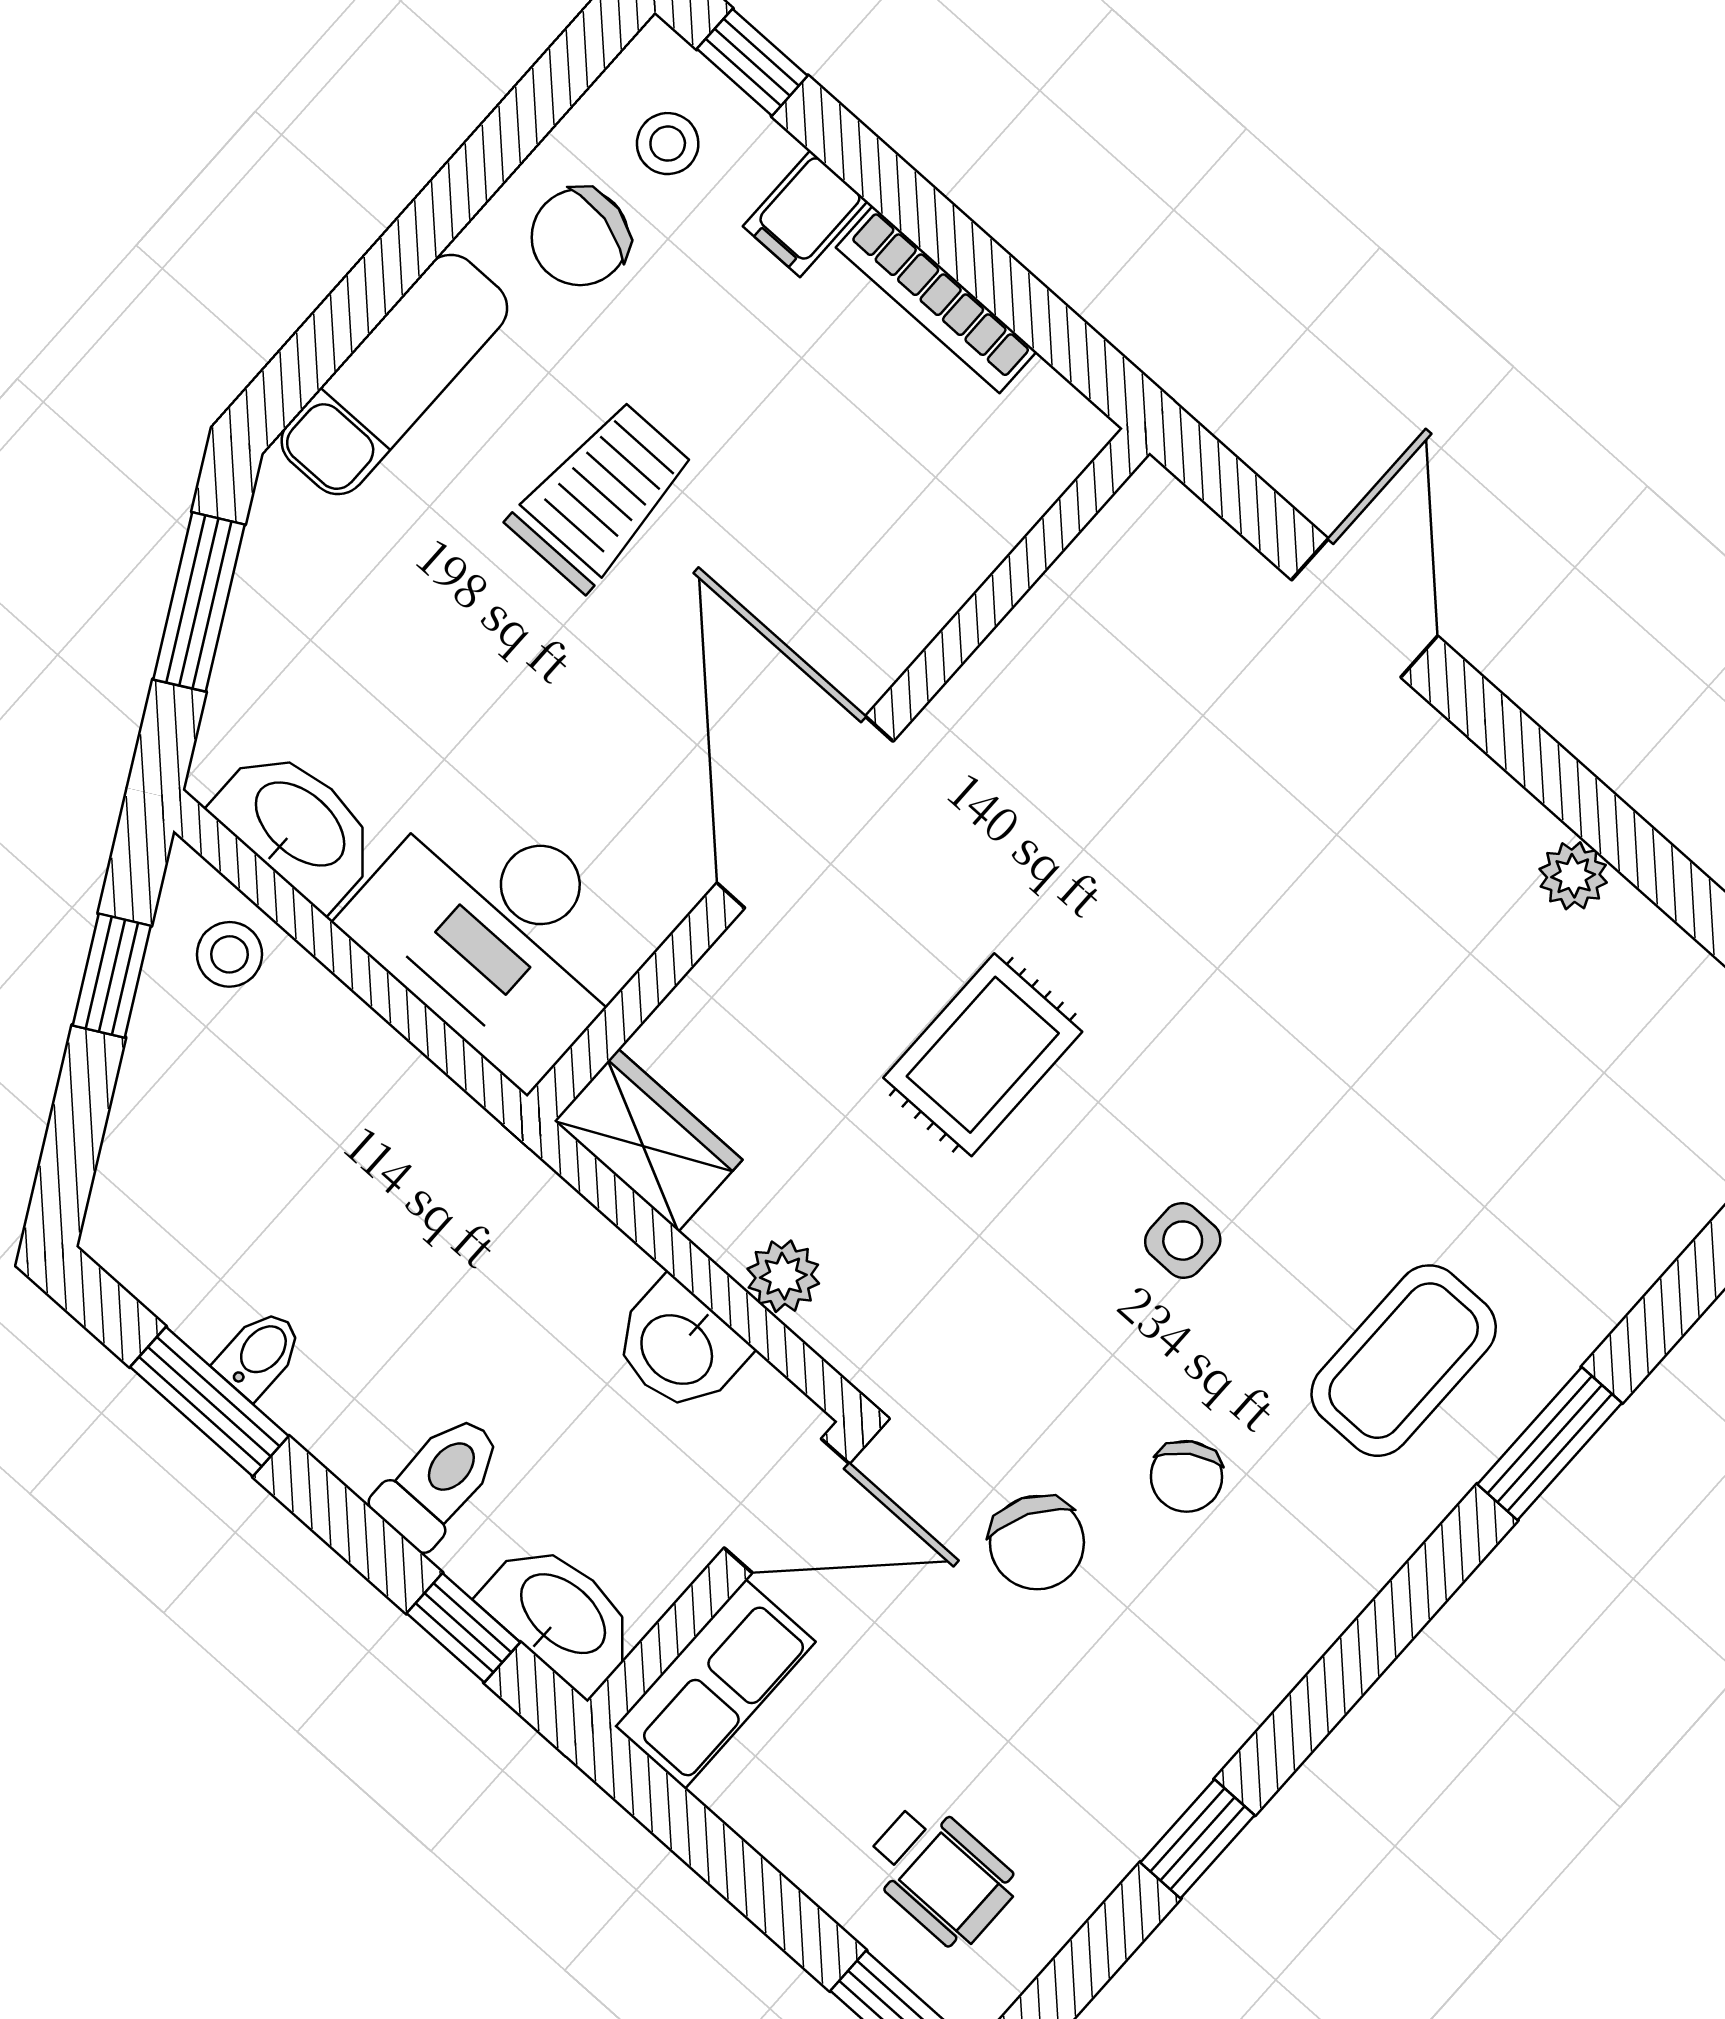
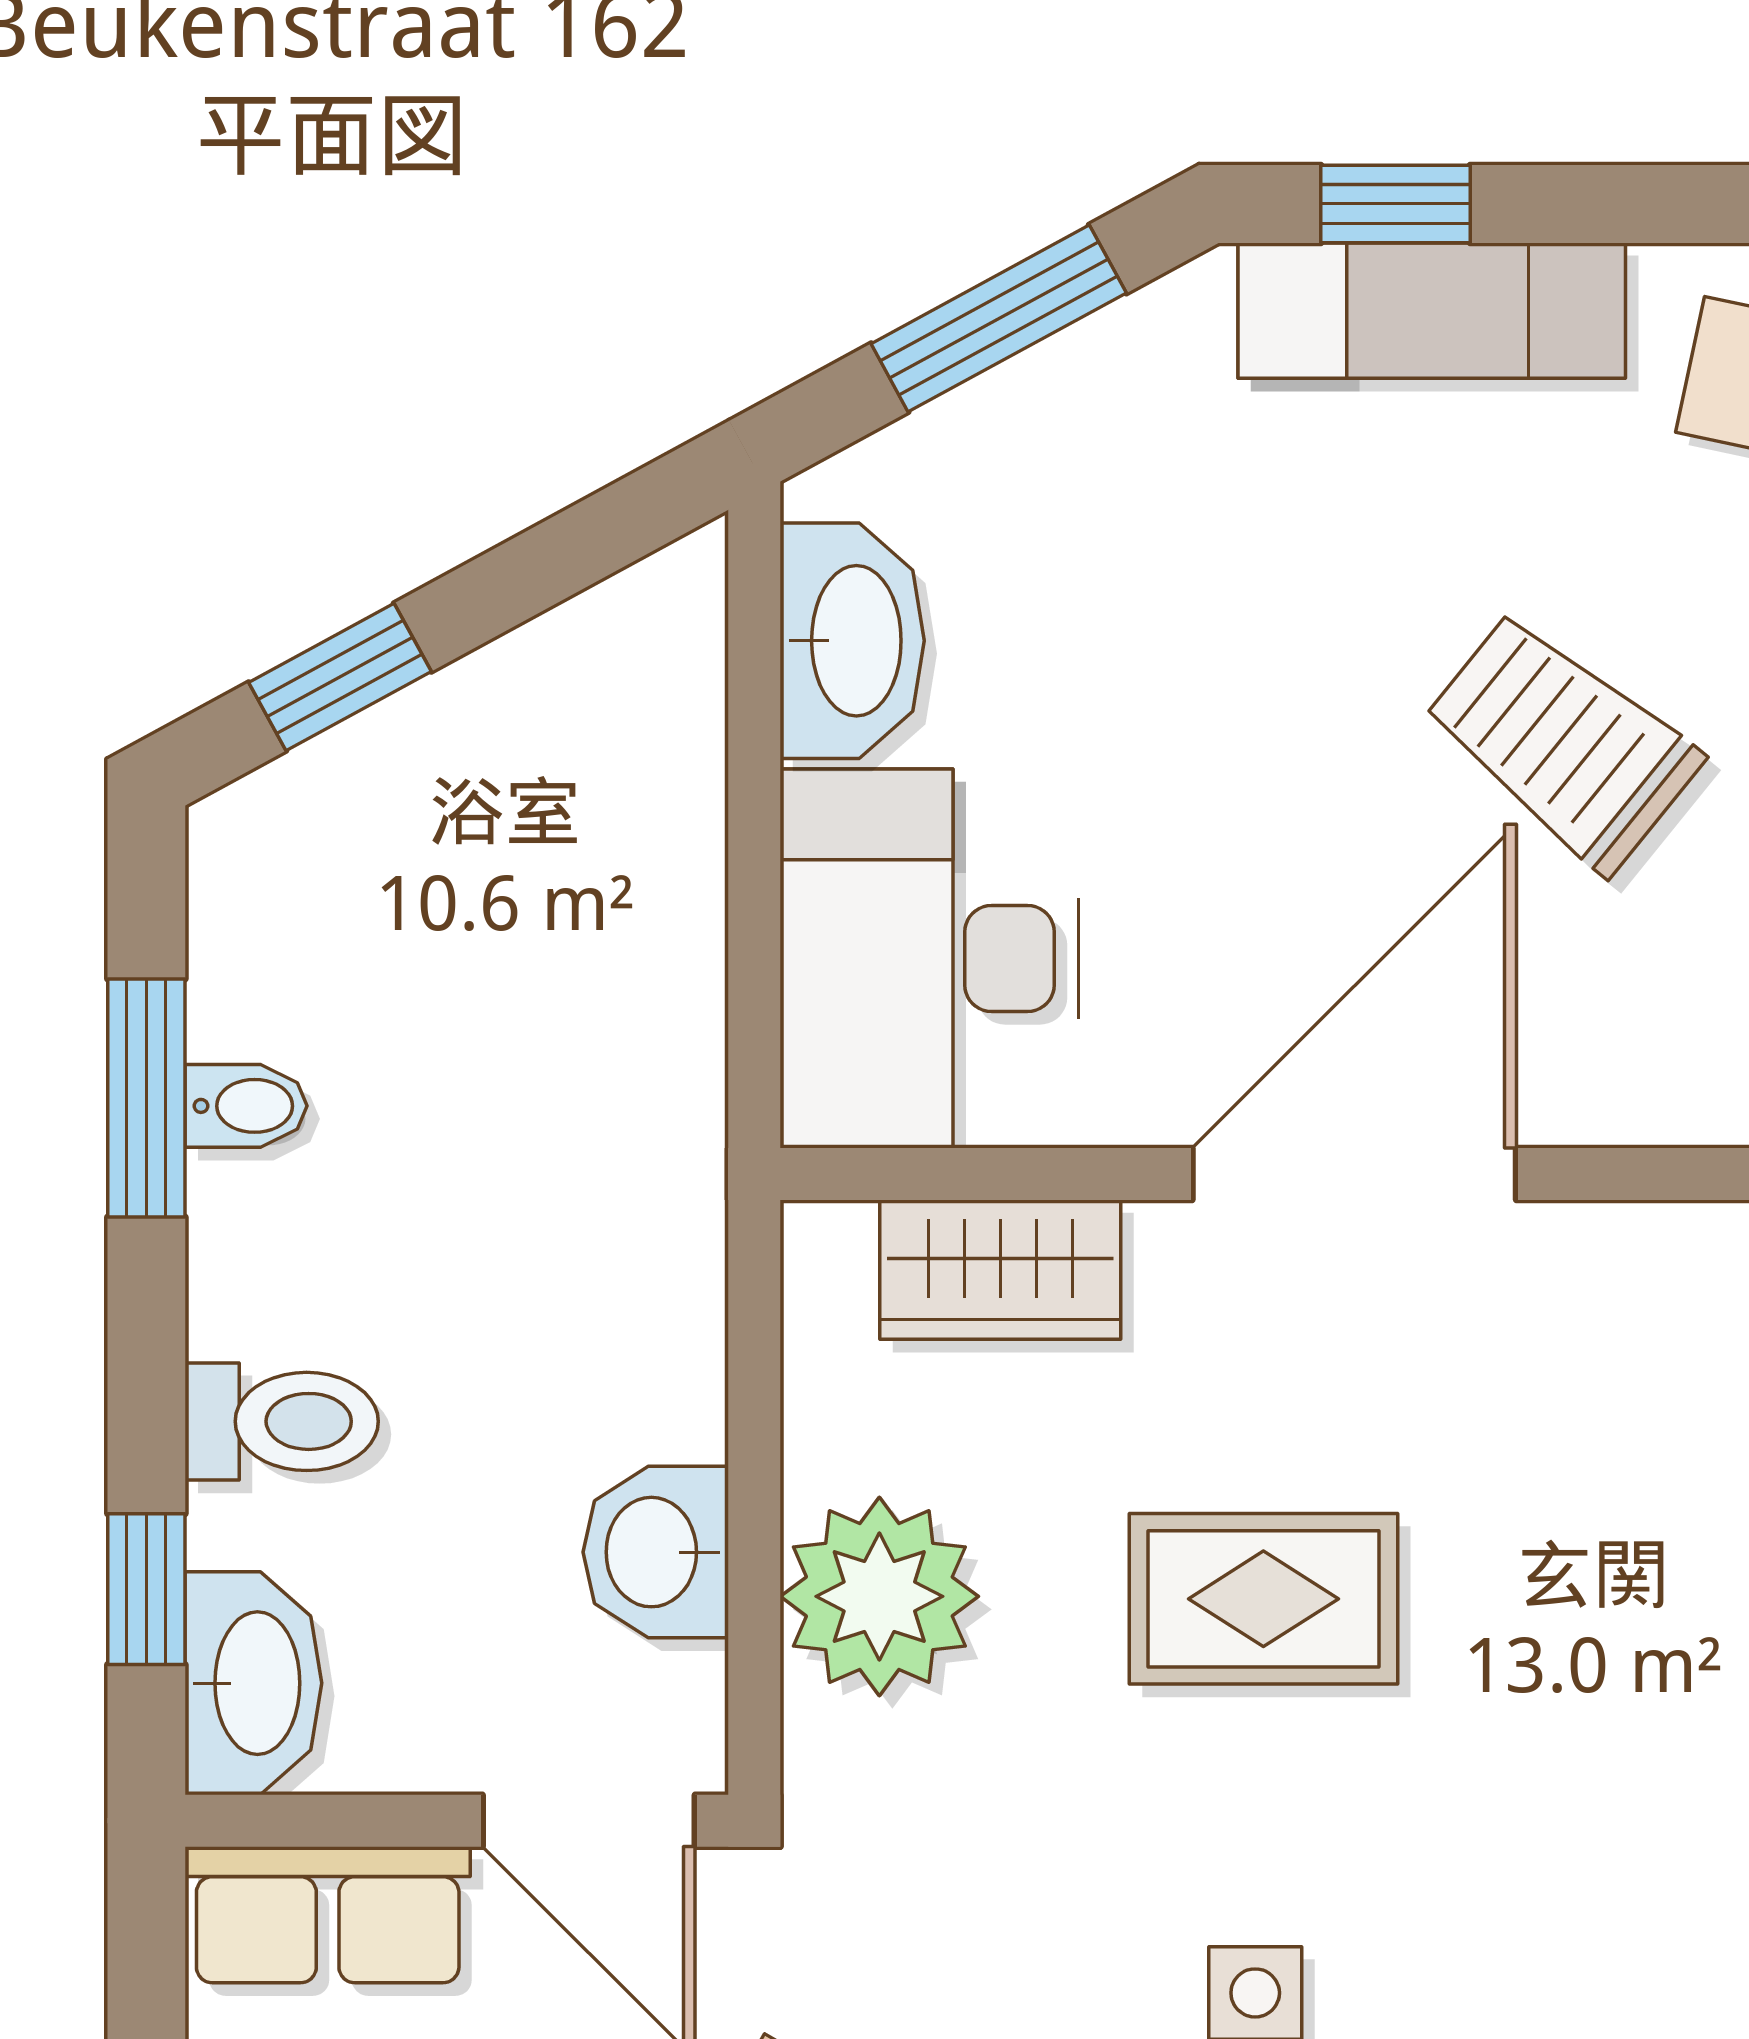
window: (323, 344) -> (1396, 204), added
trolley: (601, 495) -> (1563, 741), moved, turned -141
stool: (229, 954) -> (648, 690), removed
window: (112, 976) -> (340, 677), moved
wardrobe: (648, 1140) -> (1000, 1270), moved, turned 90
plant: (783, 1276) -> (879, 1596), width x1.87, depth x1.87

